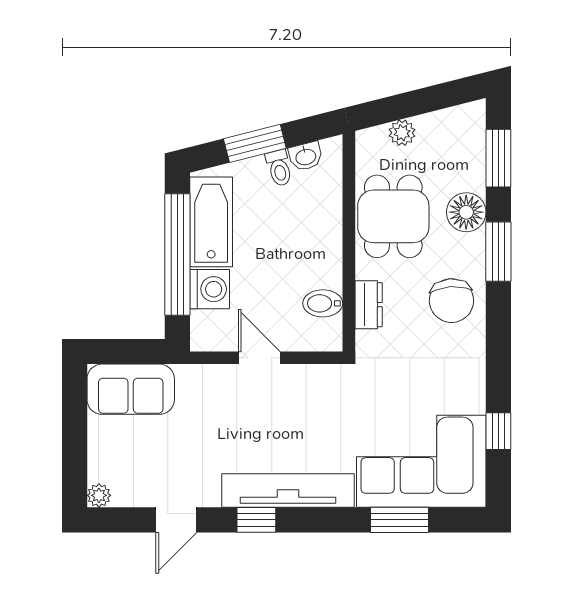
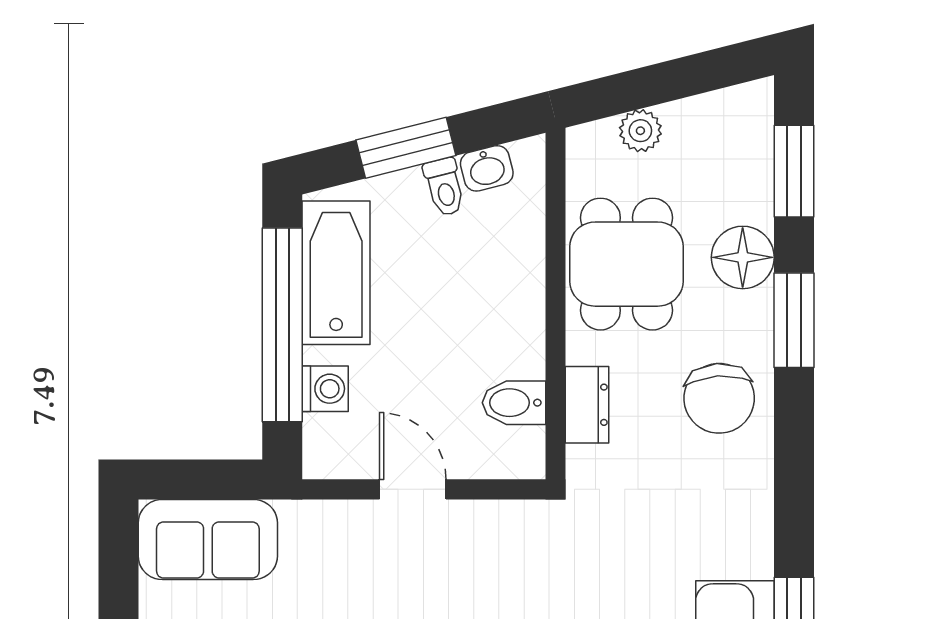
washing machine: (210, 289) -> (325, 389), width x0.73, depth x0.73

